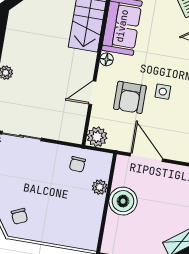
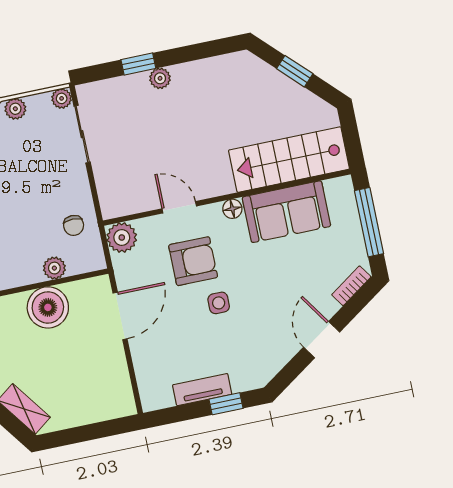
armchair: (130, 97) -> (193, 261), turned 180
chair: (77, 164) -> (74, 225), turned -94

